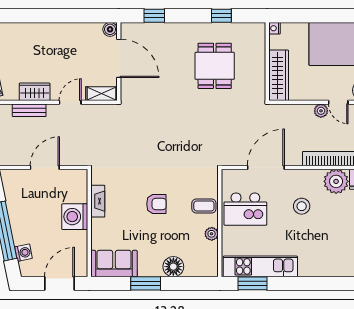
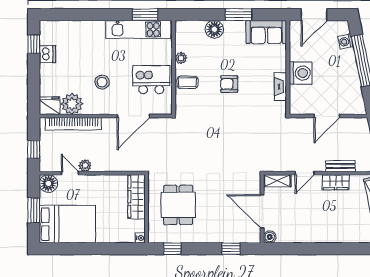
nightstand: (274, 28) -> (140, 238), moved
wall: (267, 61) -> (147, 209), moved
wardrobe: (279, 75) -> (137, 197), moved

